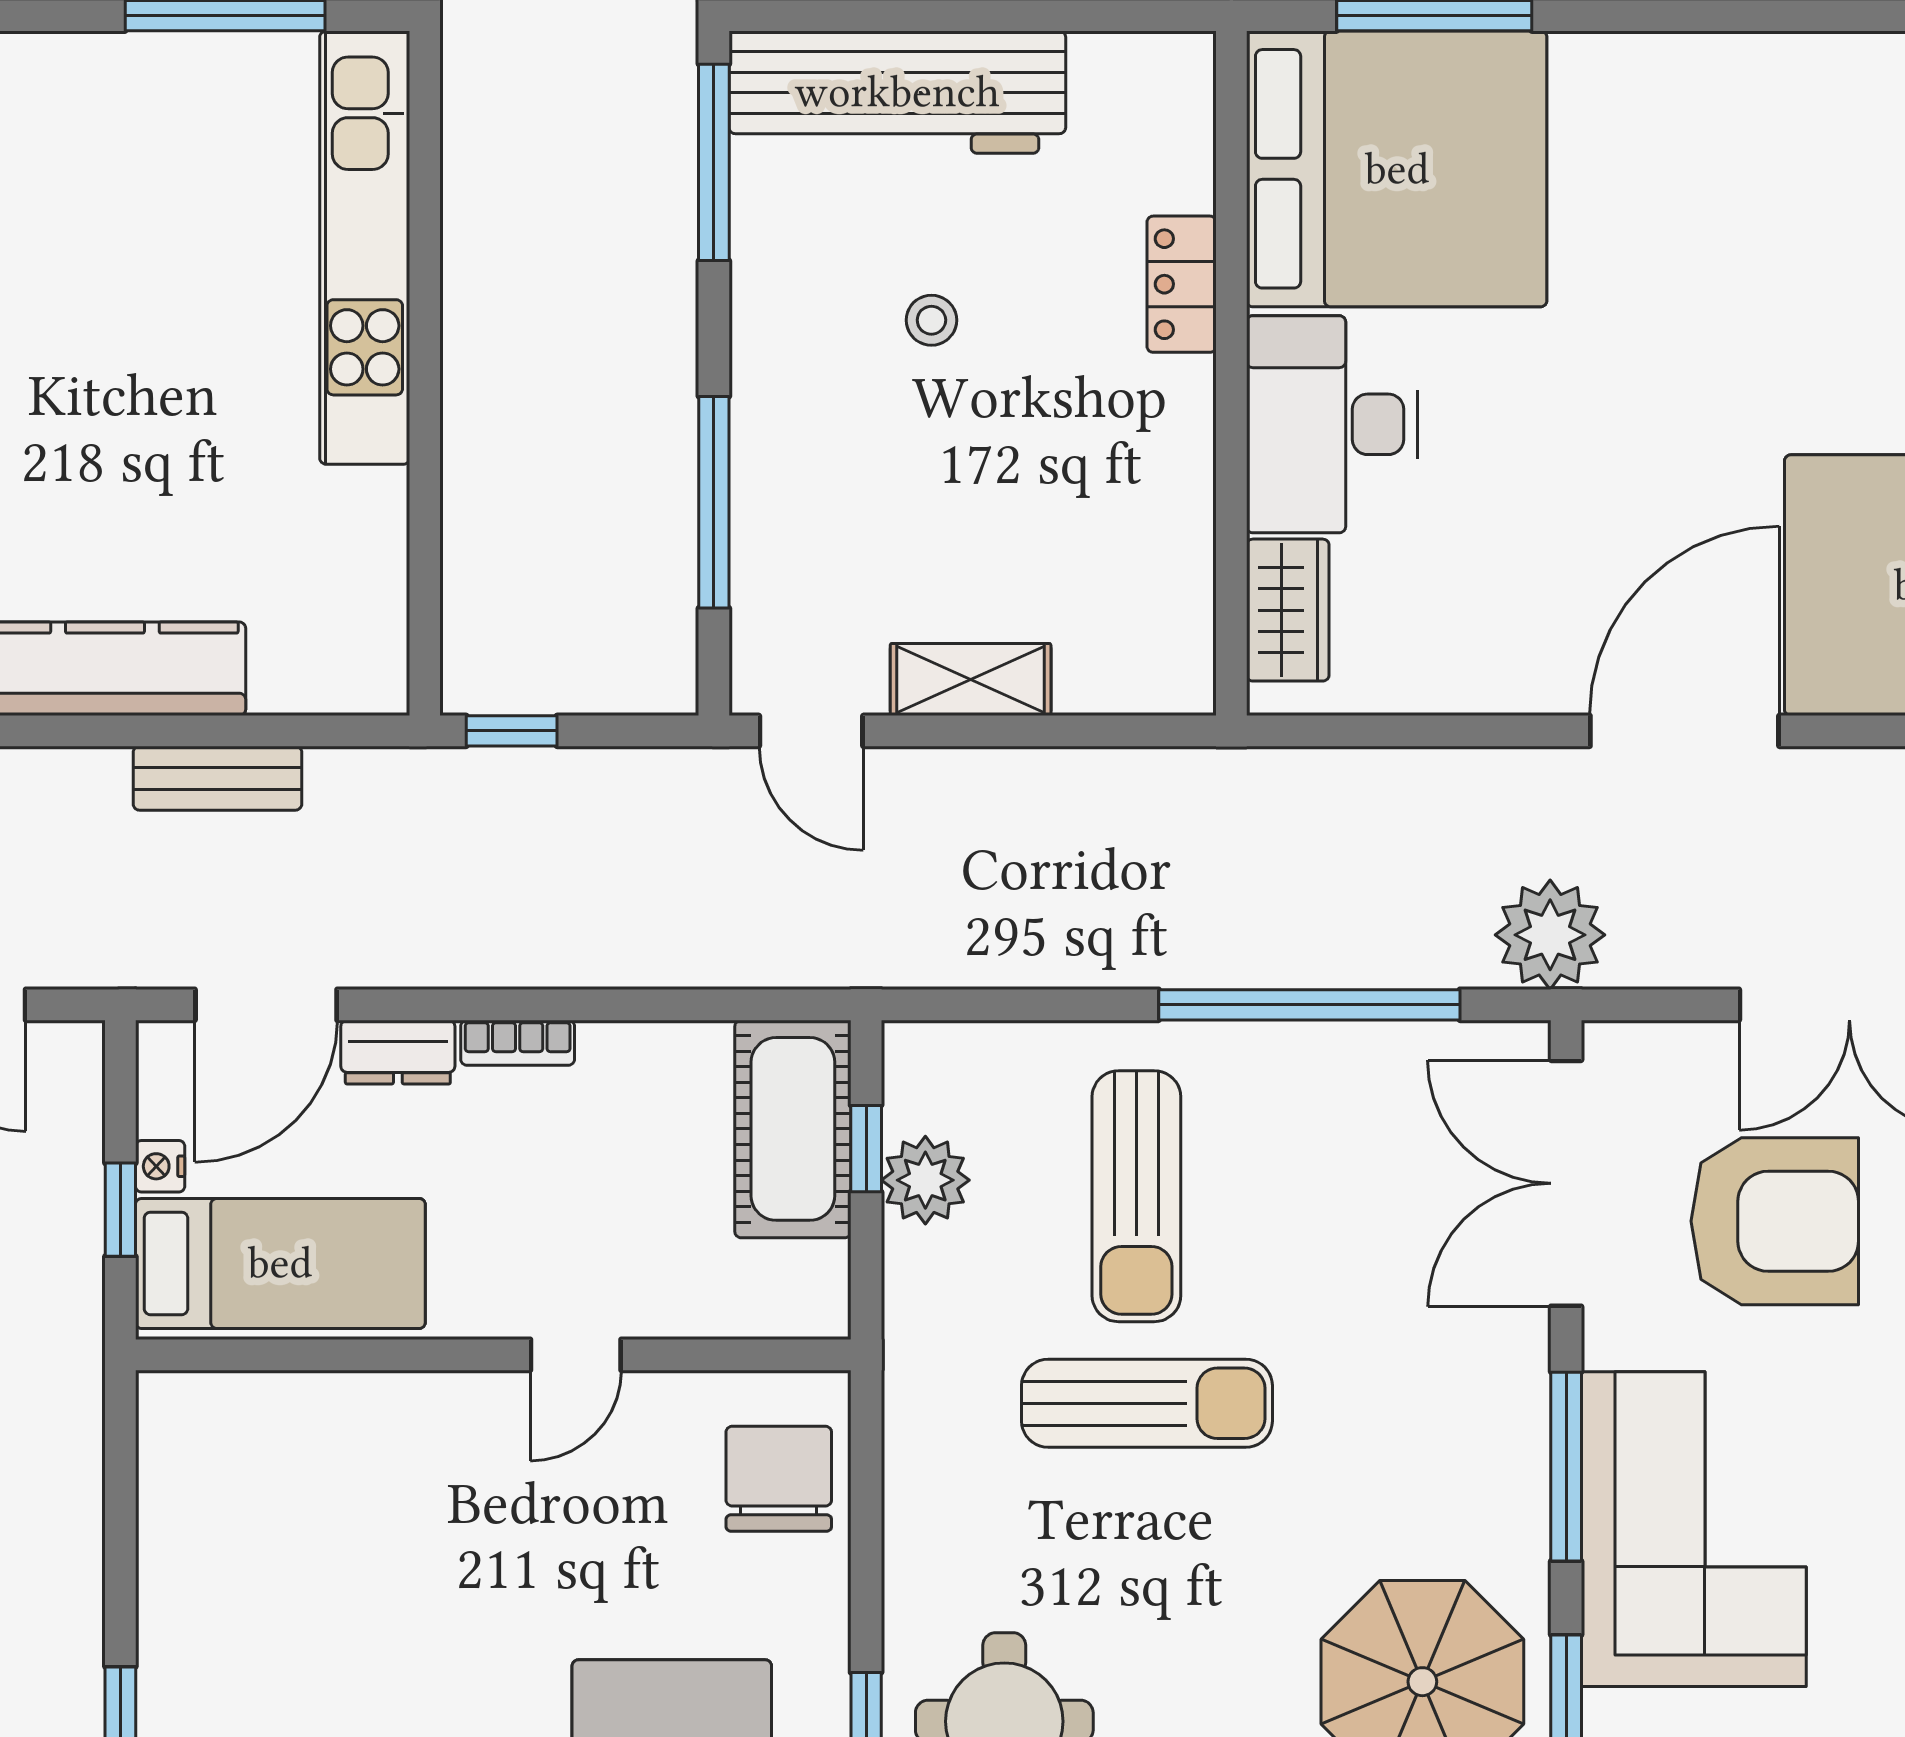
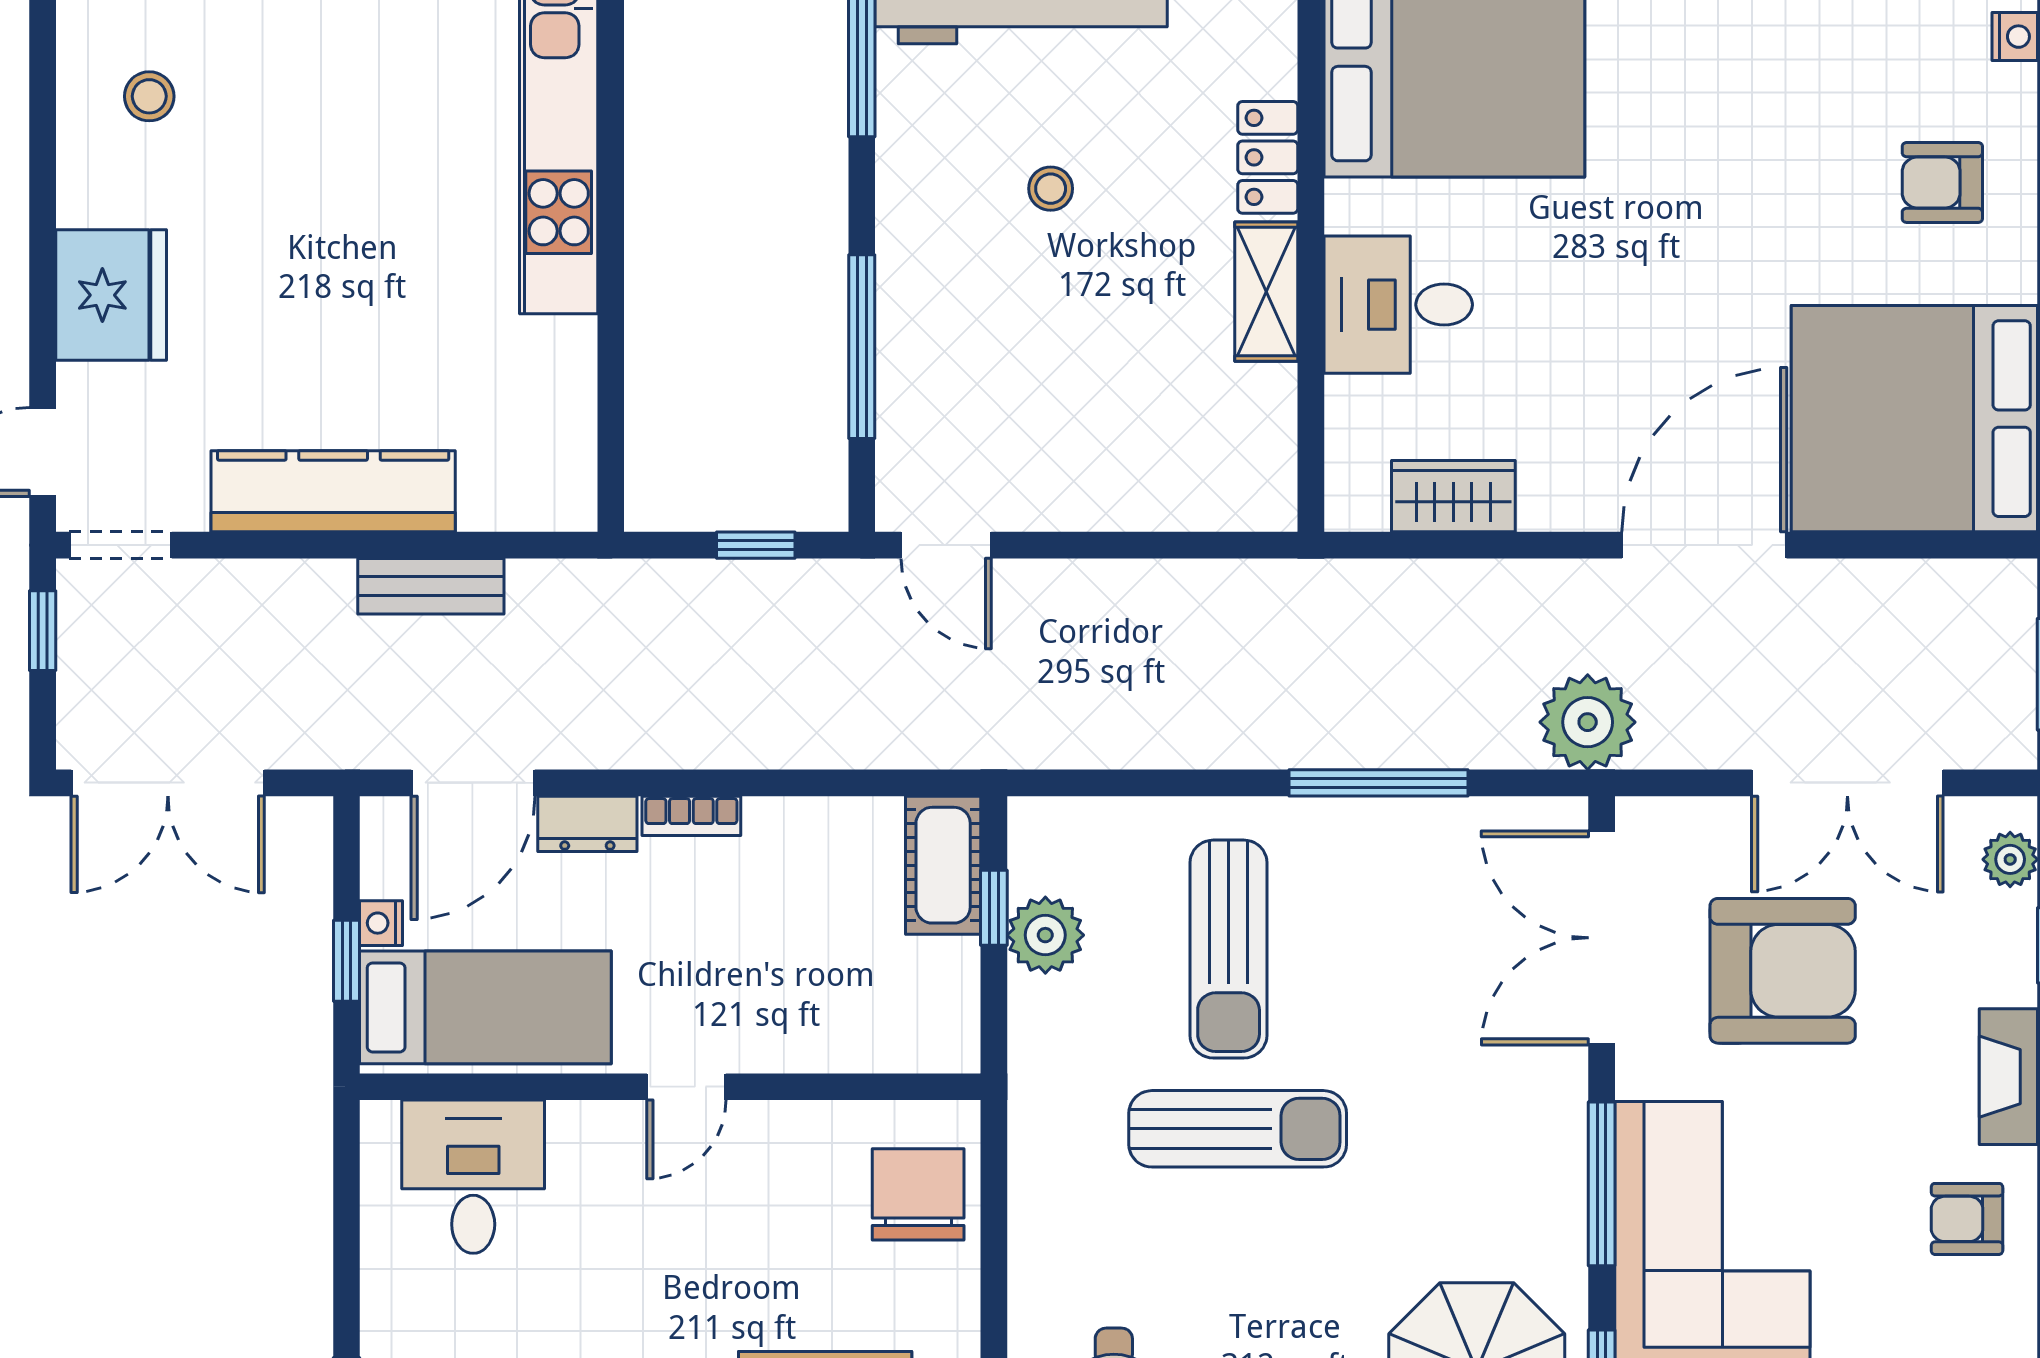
desk: (1332, 424) -> (1398, 305), width x0.73
wardrobe: (1288, 610) -> (1453, 496), moved, turned -90
shelving: (971, 680) -> (1266, 292), moved, turned 90
window: (512, 731) -> (756, 545), moved
window: (1309, 1005) -> (1379, 783), width x0.68
cot: (793, 1129) -> (943, 865), width x0.73, depth x0.75
door: (576, 1355) -> (686, 1087), moved
desk: (266, 1458) -> (473, 1177), added

